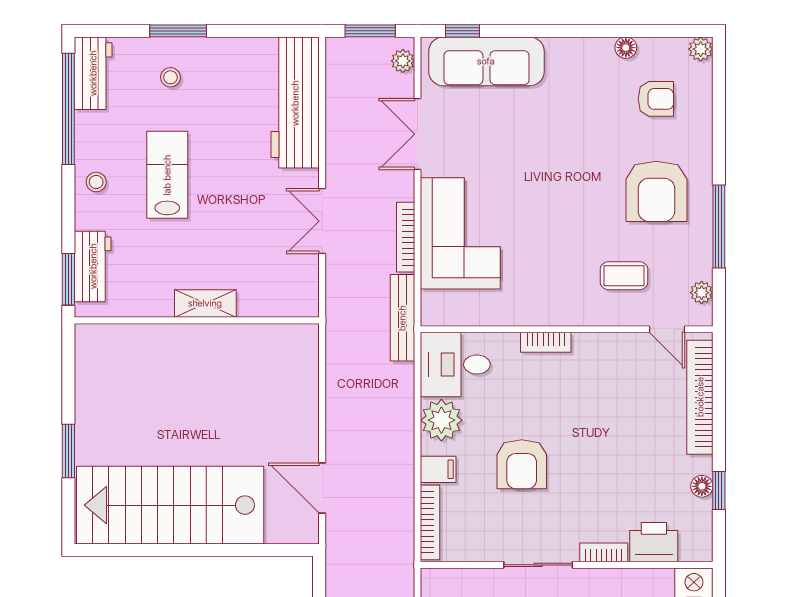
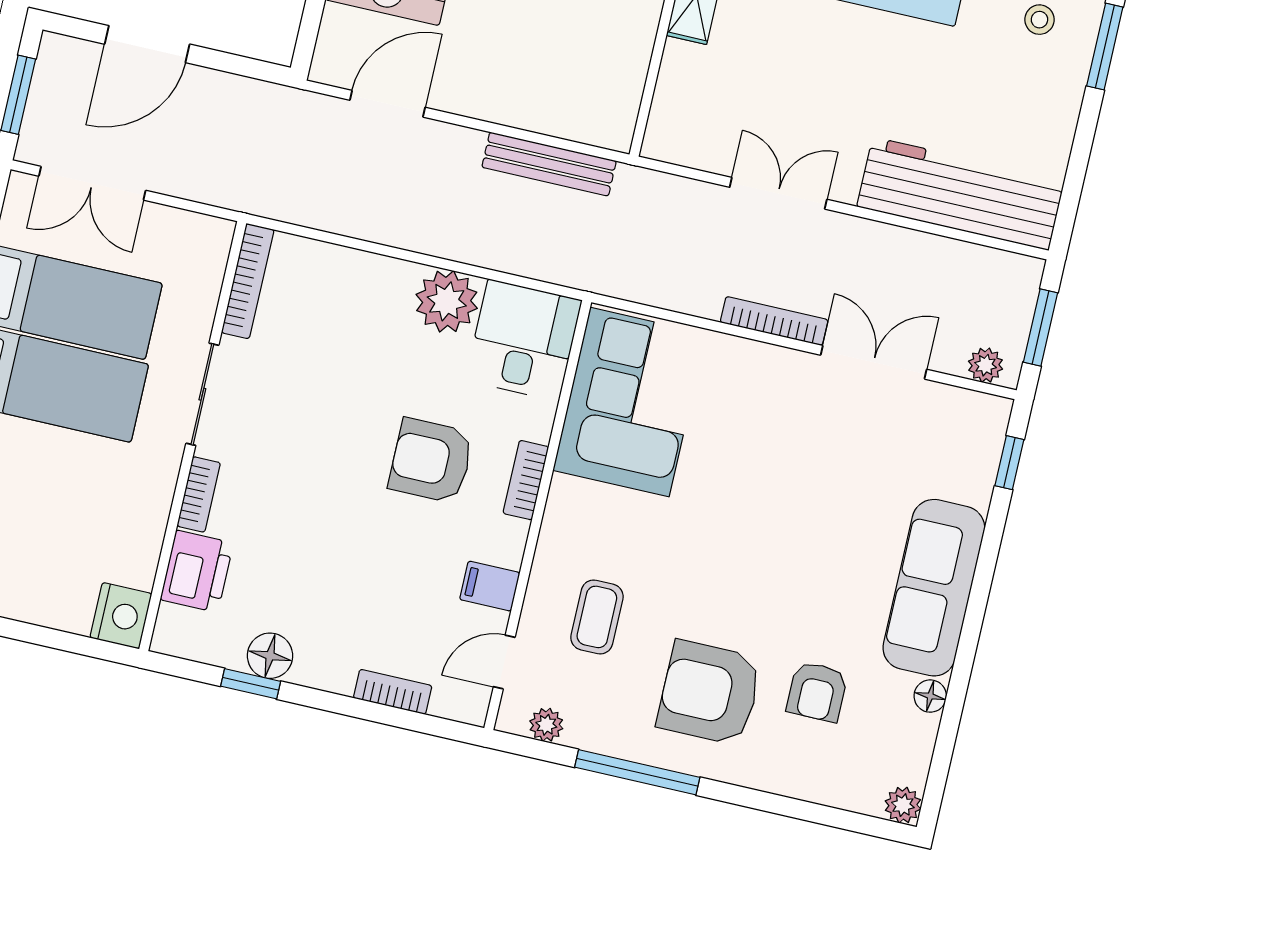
sofa: (486, 61) -> (934, 588), moved
armchair: (656, 99) -> (817, 692), moved
corner sofa: (460, 233) -> (630, 402), moved, turned -90
bookcase: (406, 237) -> (774, 321), moved
bench: (402, 318) -> (549, 164), moved
bookcase: (700, 397) -> (393, 692), width x0.43, depth x0.76
armchair: (522, 464) -> (431, 461), moved
filing cabinet: (438, 469) -> (490, 586), moved, turned 90
floor lamp: (702, 486) -> (270, 656), width x1.37, depth x1.37
bookcase: (430, 522) -> (248, 281), moved, turned -90

